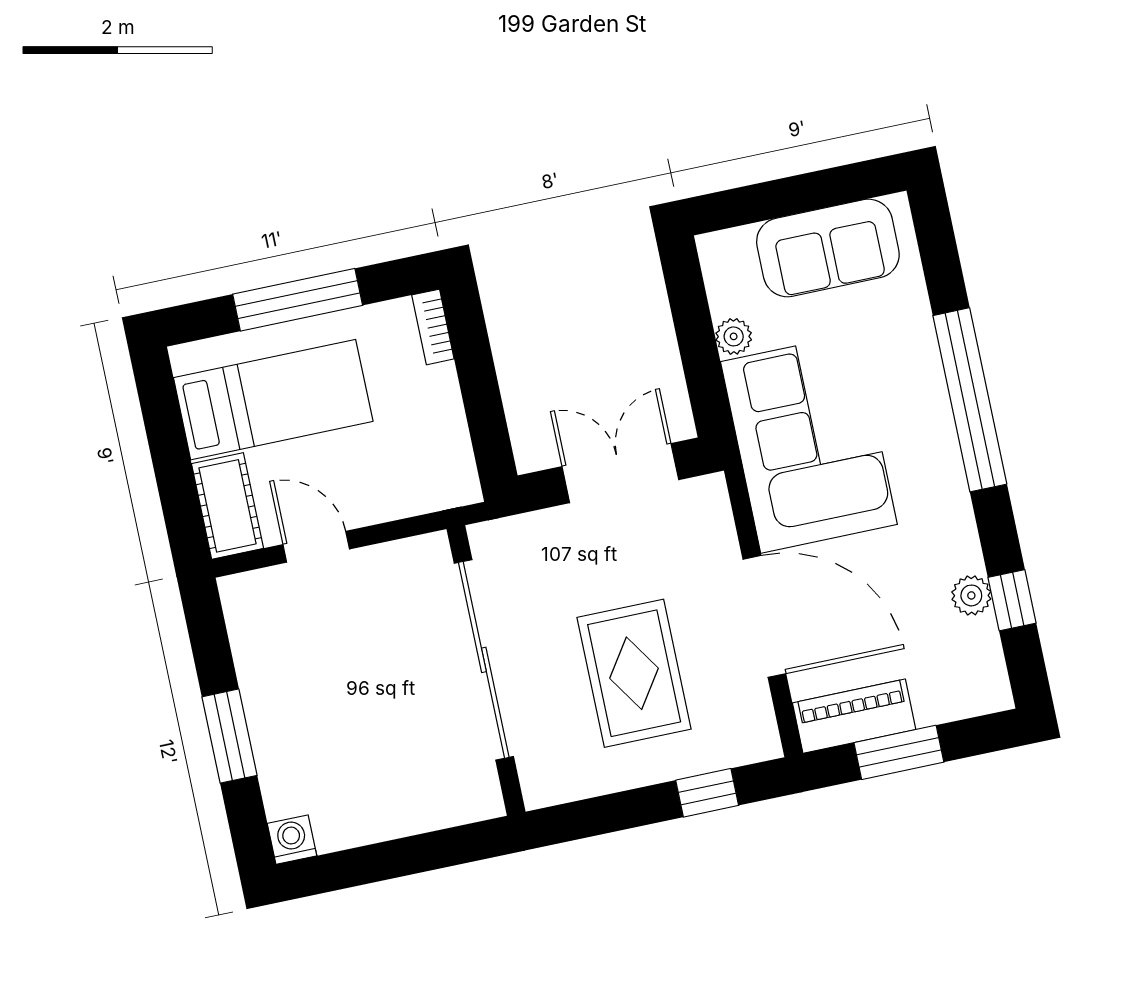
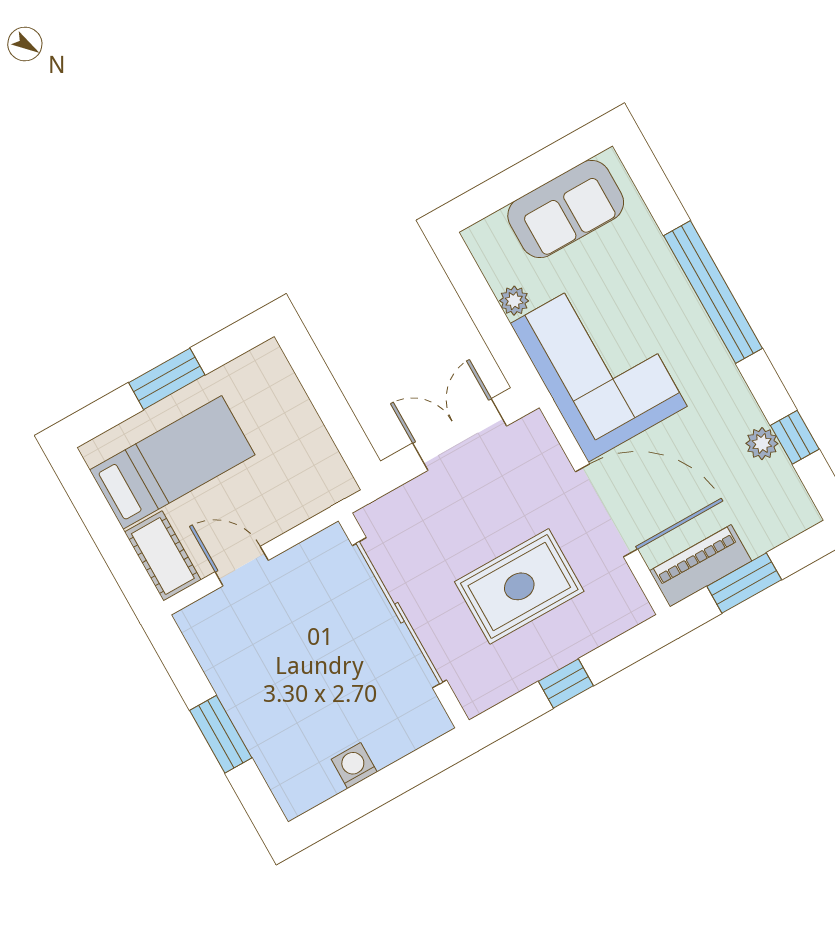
window: (298, 300) -> (167, 379), width x0.69
bookcase: (433, 327) -> (278, 367), removed
rug: (634, 673) -> (519, 586), turned 90
window: (707, 793) -> (566, 683), moved
washing machine: (292, 840) -> (354, 766), moved

